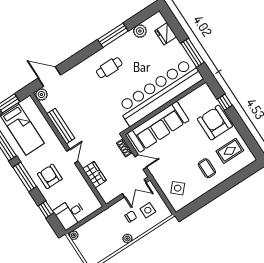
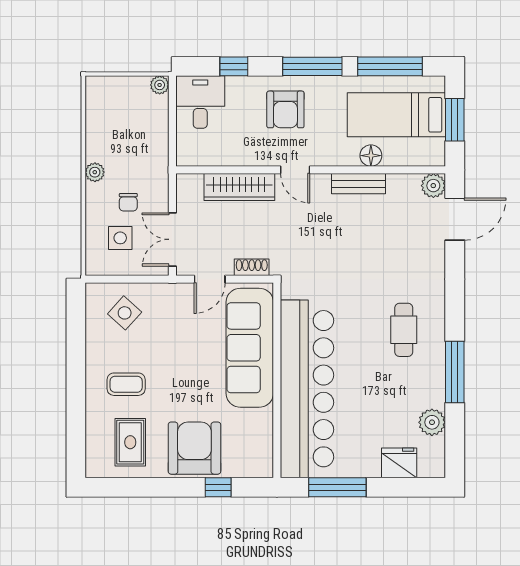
armchair: (215, 123) -> (194, 448), turned -90
bench: (61, 126) -> (359, 184), width x0.73
floor lamp: (46, 129) -> (371, 156), added
wardrobe: (94, 175) -> (239, 187), width x1.50
armchair: (50, 176) -> (285, 109), turned 90

